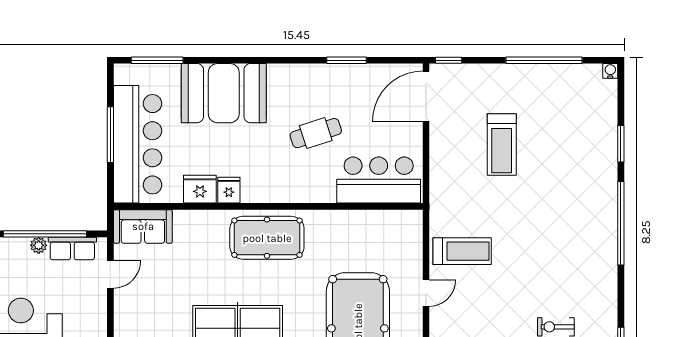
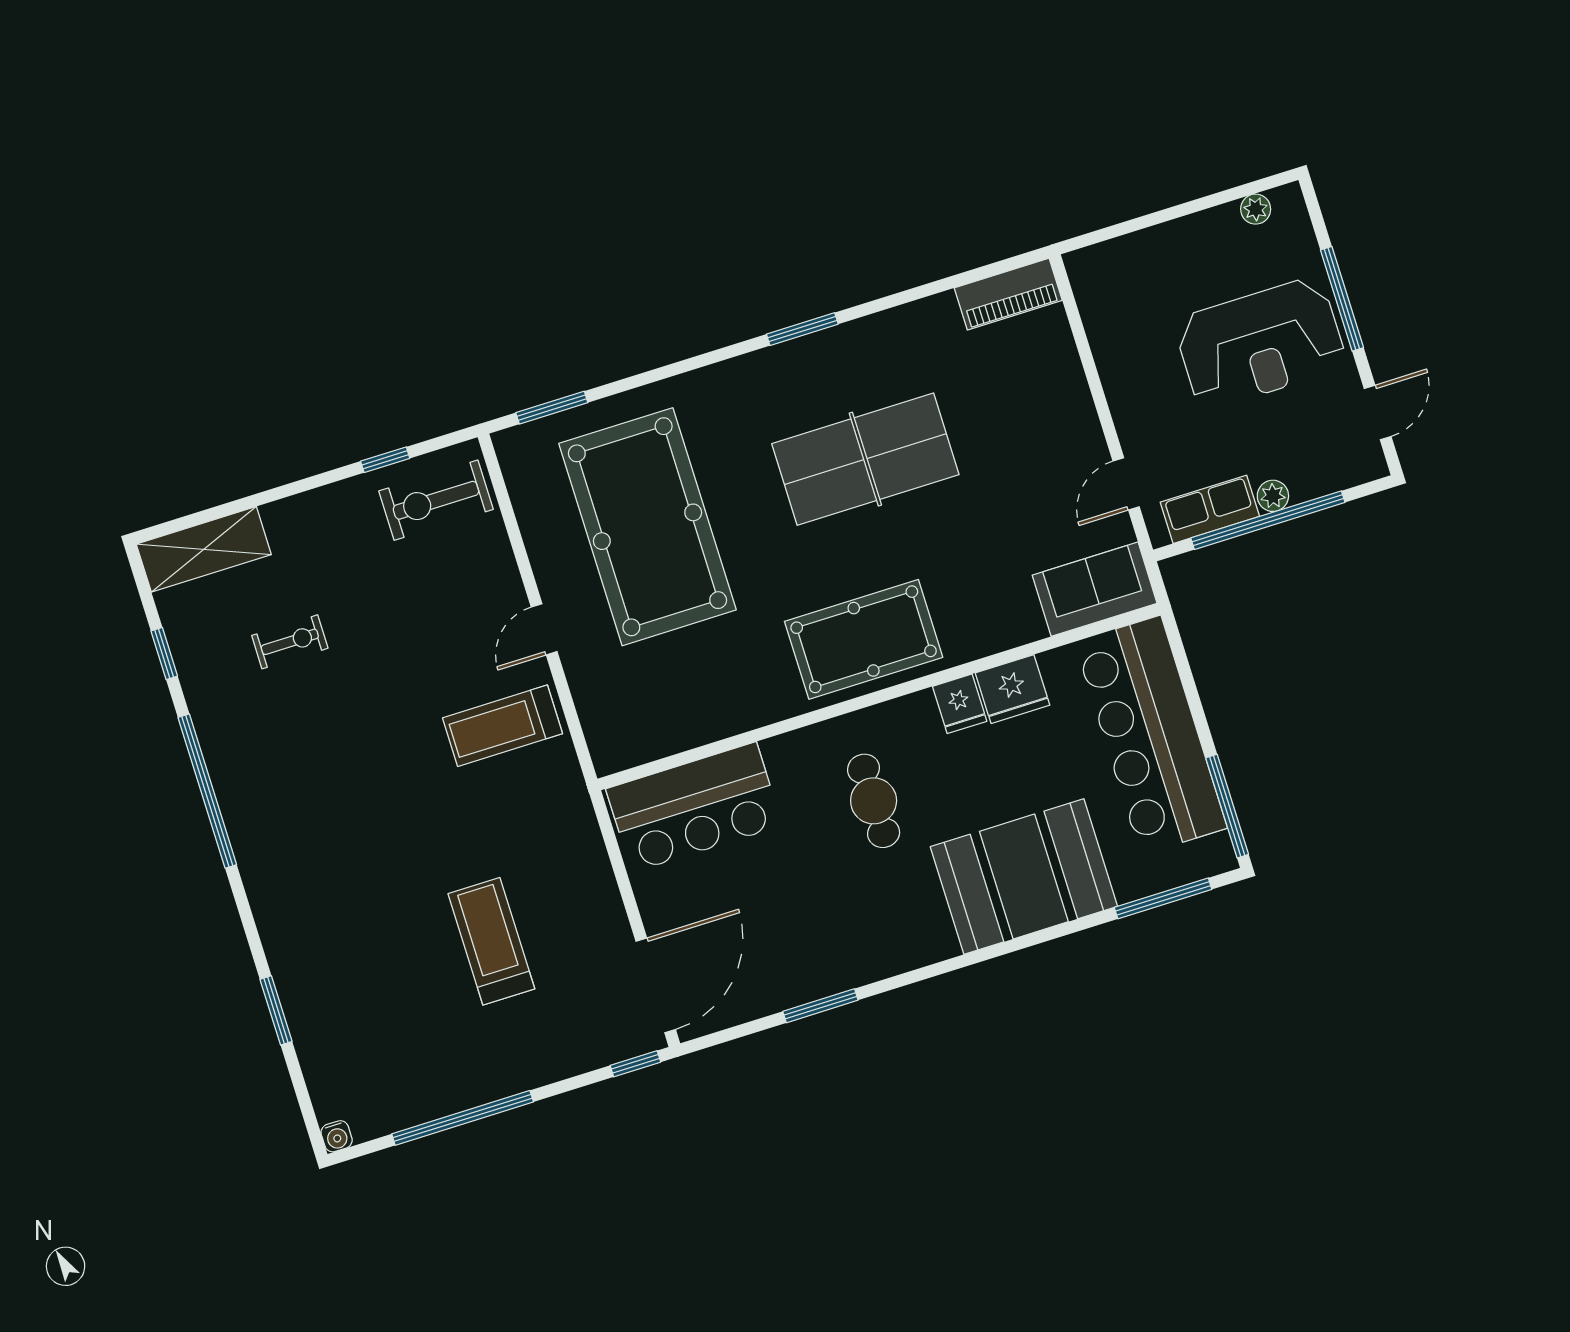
cafe table: (316, 133) -> (874, 801), moved, turned -72
window: (110, 135) -> (1227, 806), moved
window: (621, 223) -> (207, 791), moved

